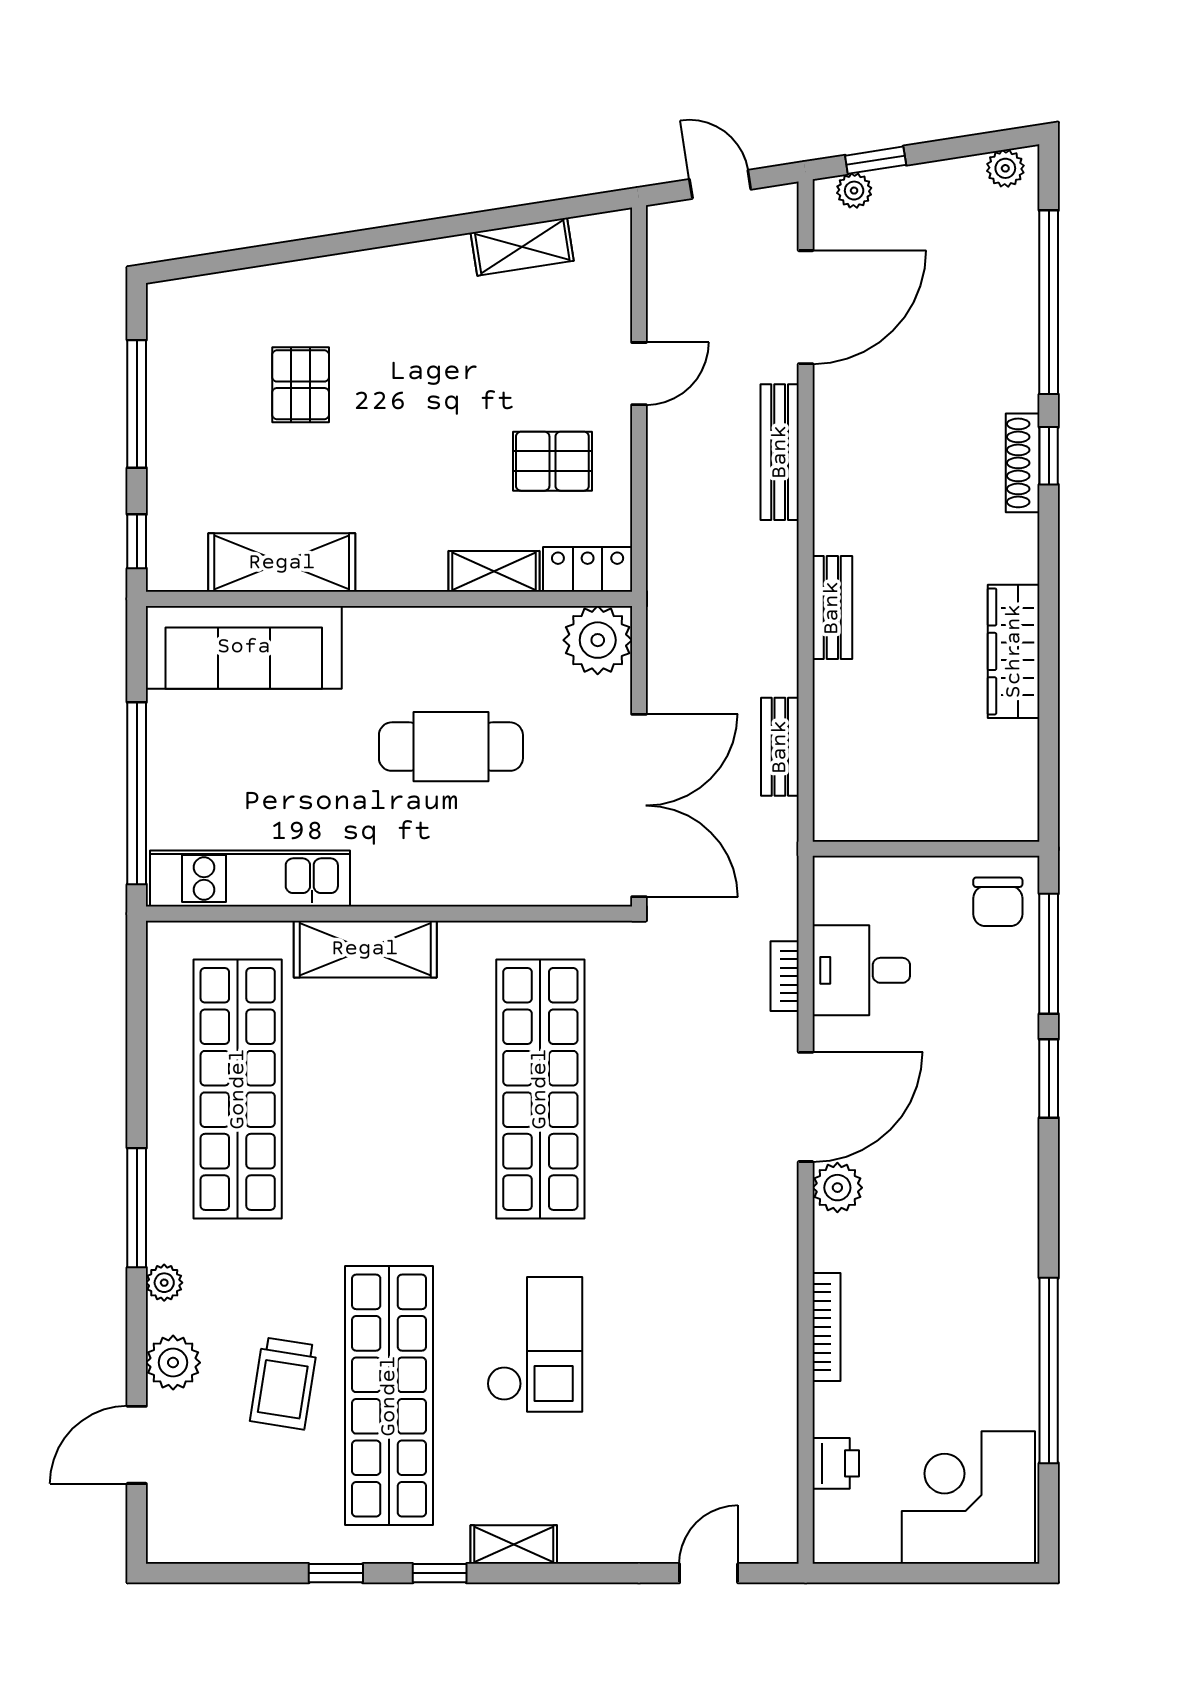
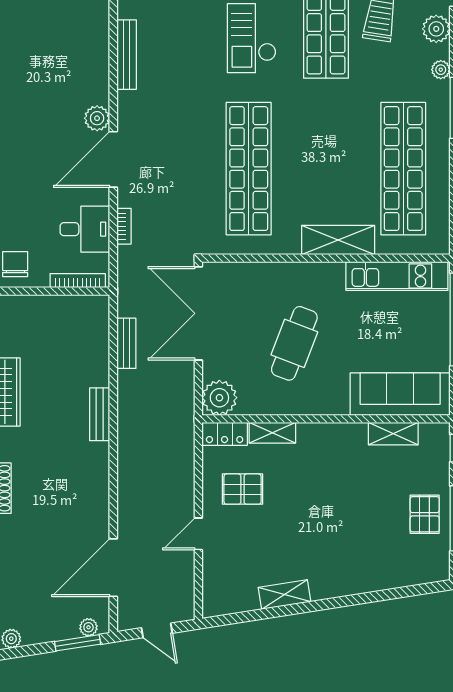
window: (876, 160) -> (78, 643), width x1.50
shelving: (522, 247) -> (285, 594), moved
pallet: (301, 385) -> (425, 514), moved
bench: (780, 452) -> (127, 55), moved
shelving: (282, 563) -> (393, 434), width x0.67, depth x0.75
cafe table: (451, 747) -> (294, 343), turned -69
bookcase: (826, 1327) -> (78, 281), moved, turned 90

